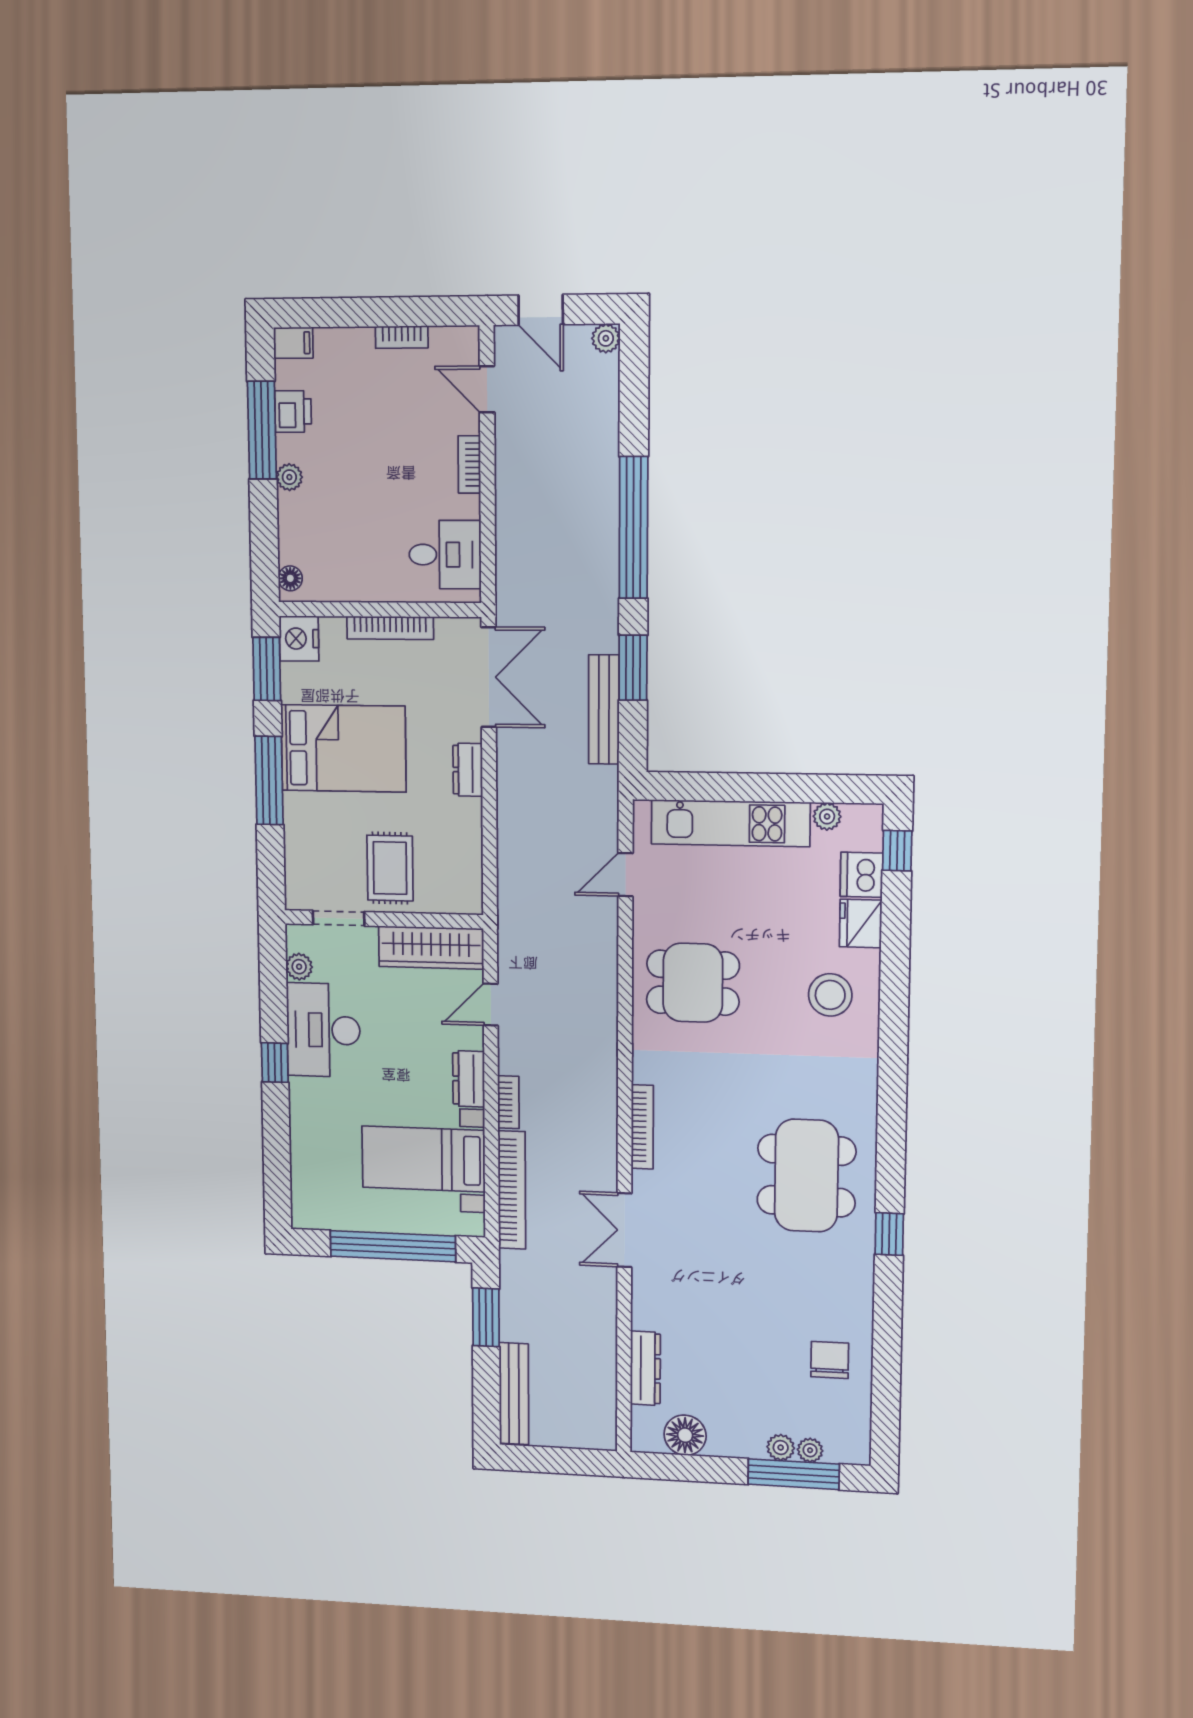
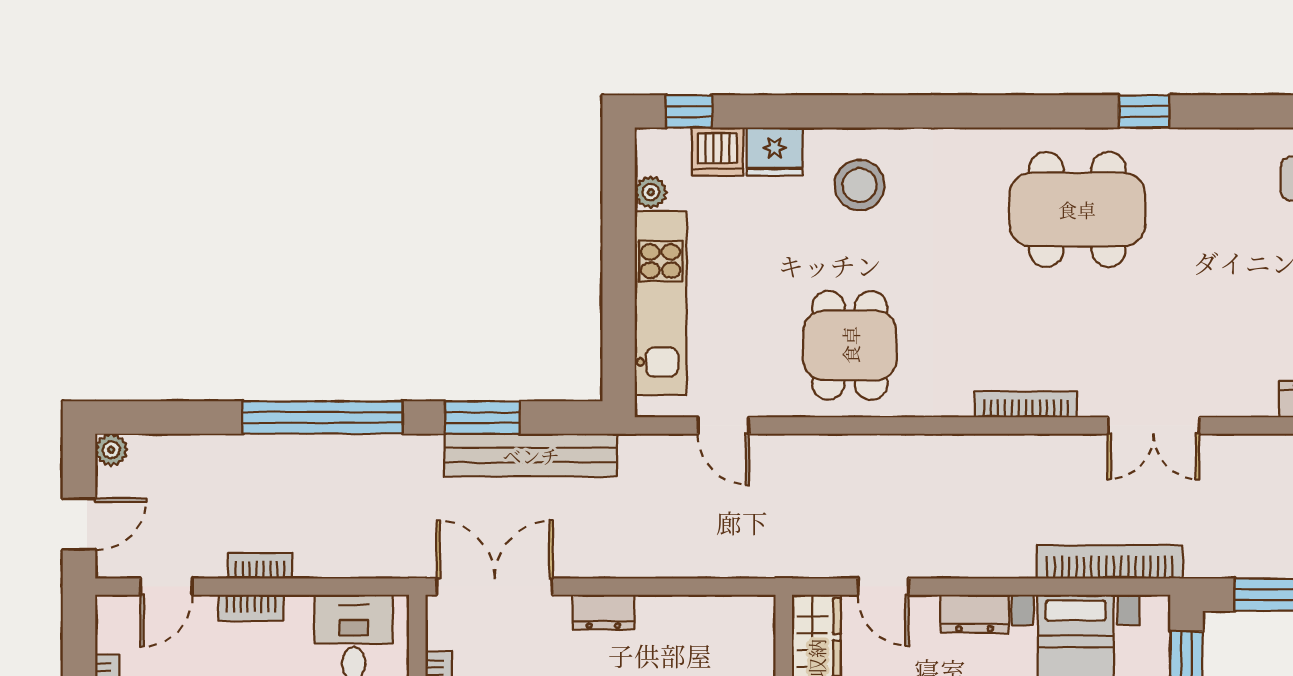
bench: (604, 710) -> (531, 455), width x1.37, depth x1.21
bookcase: (508, 1102) -> (260, 566), moved

